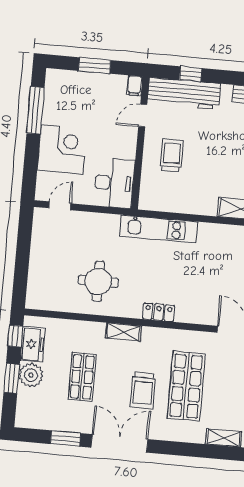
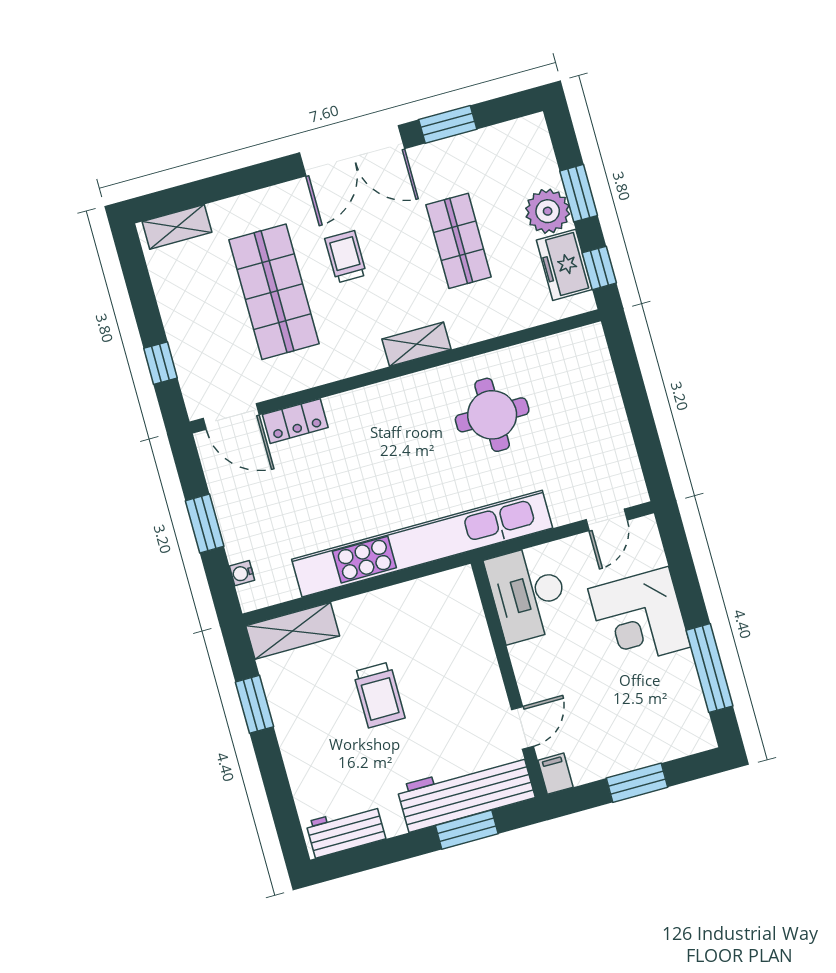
window: (191, 74) -> (467, 830), width x1.50
trolley: (172, 155) -> (379, 695), moved
kitchen unit: (159, 229) -> (422, 544), width x1.86
locker: (159, 312) -> (295, 421), moved
trolley: (143, 390) -> (346, 257), width x0.73, depth x0.72

